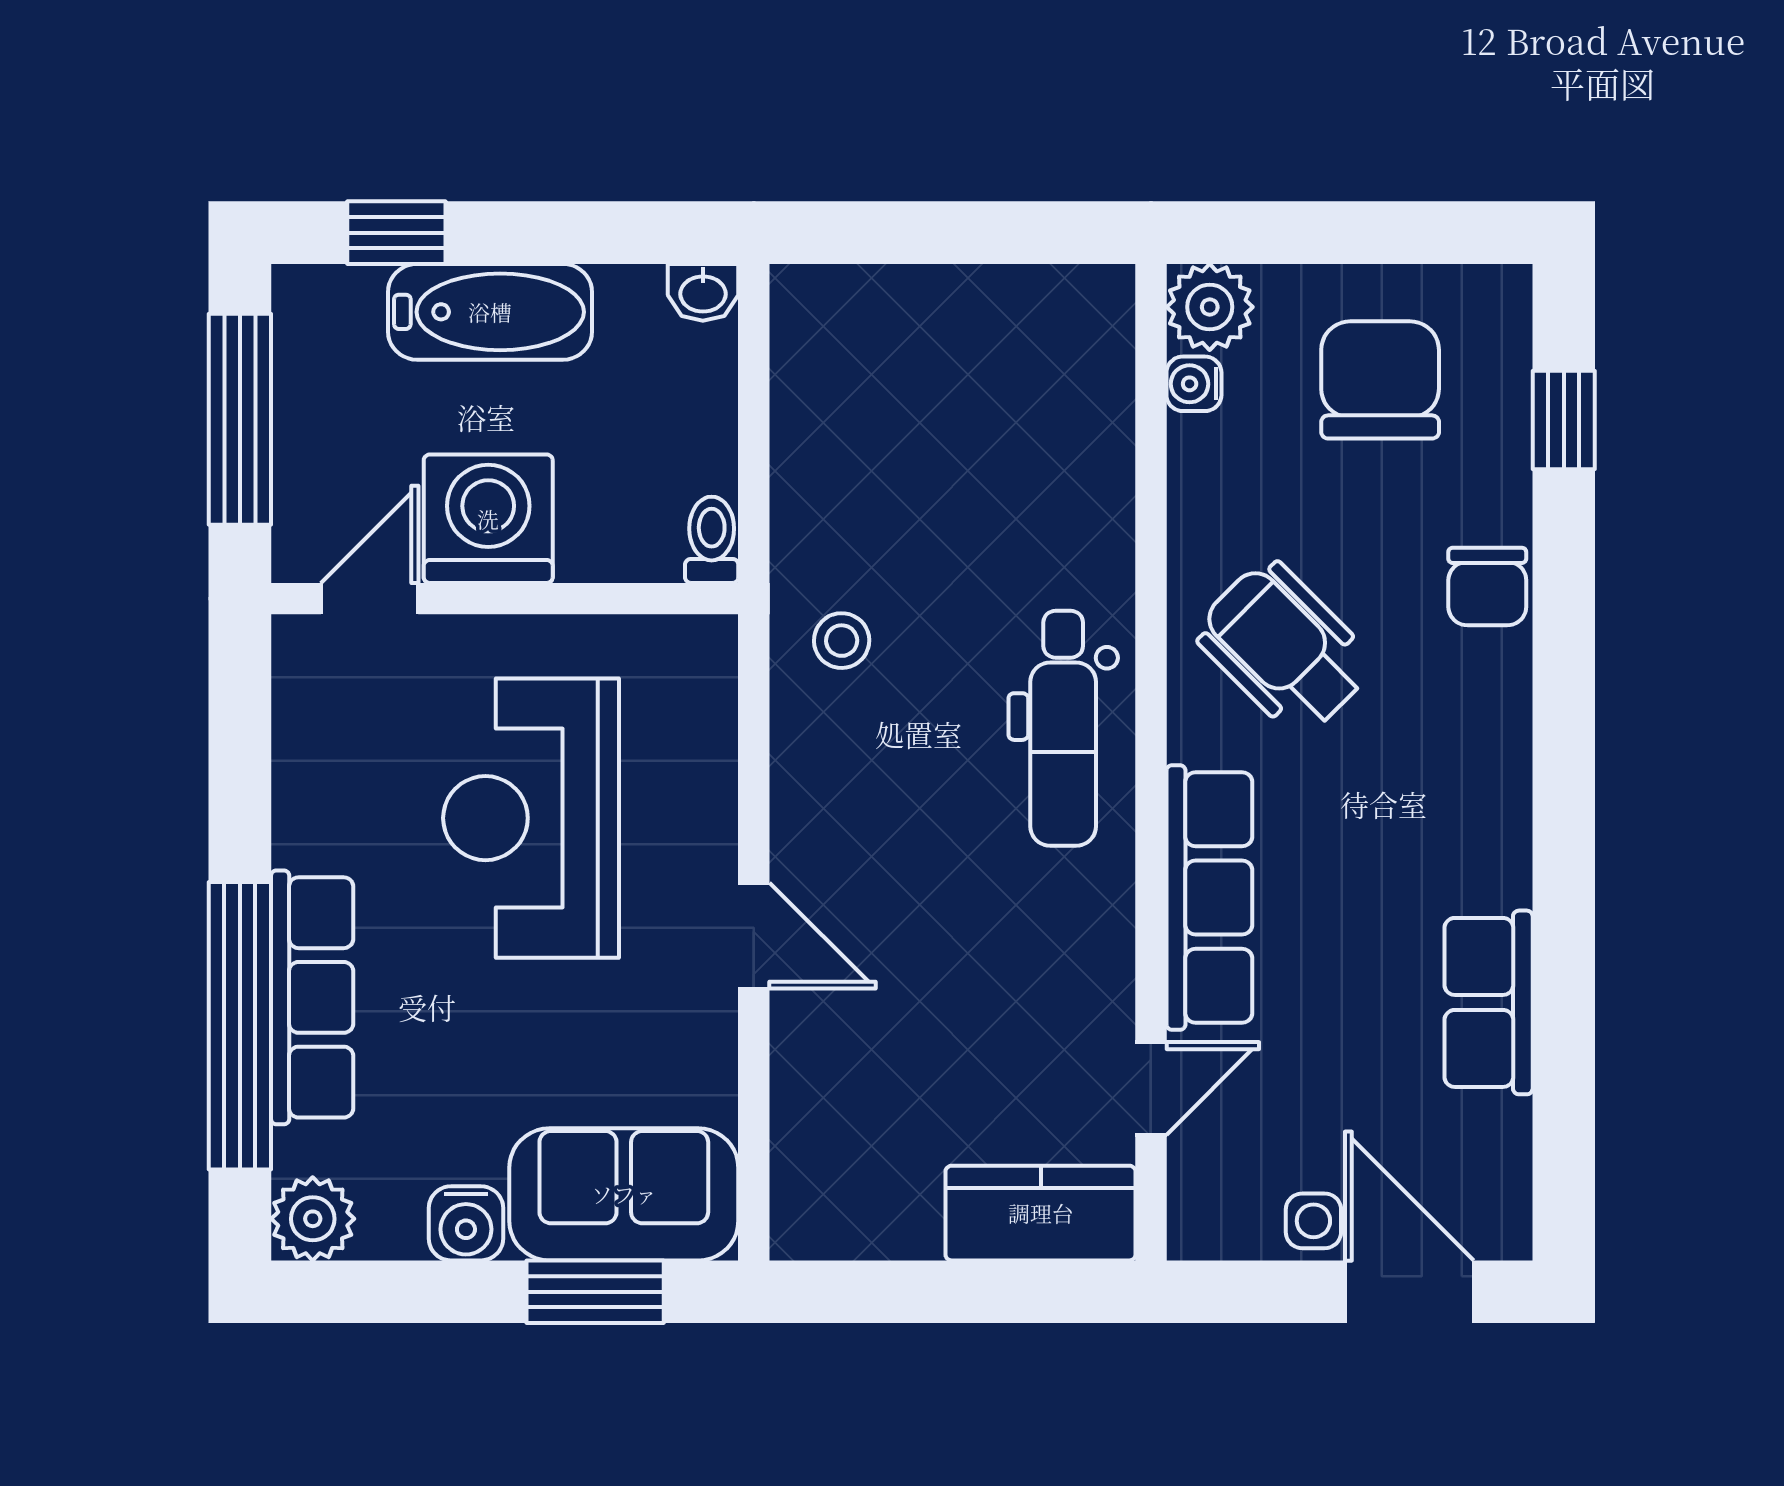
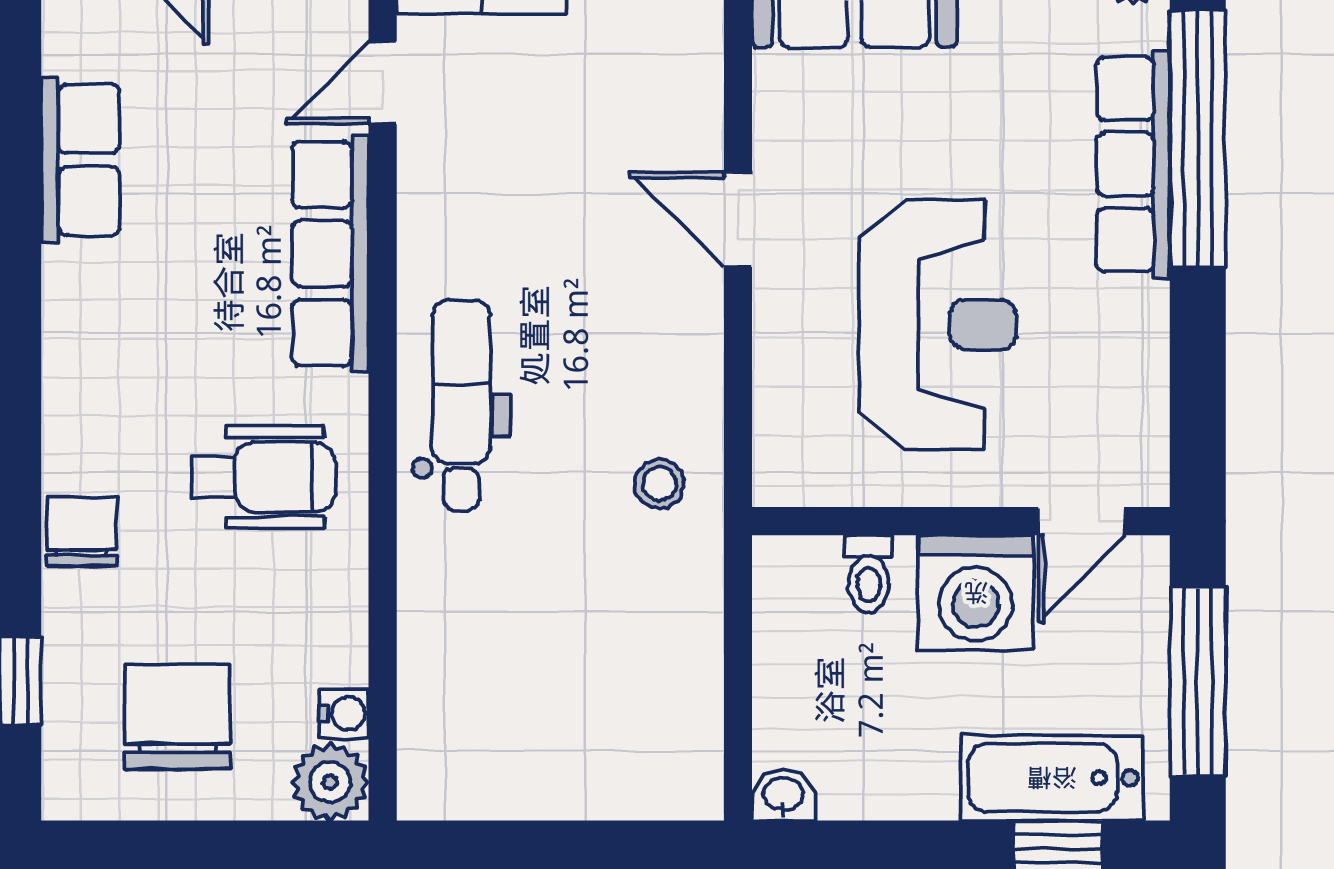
bathtub: (490, 312) -> (1052, 778), moved
chair: (1380, 380) -> (178, 717), turned 180
toilet: (712, 540) -> (868, 574), moved
wheelchair: (1284, 648) -> (263, 477), turned -45

